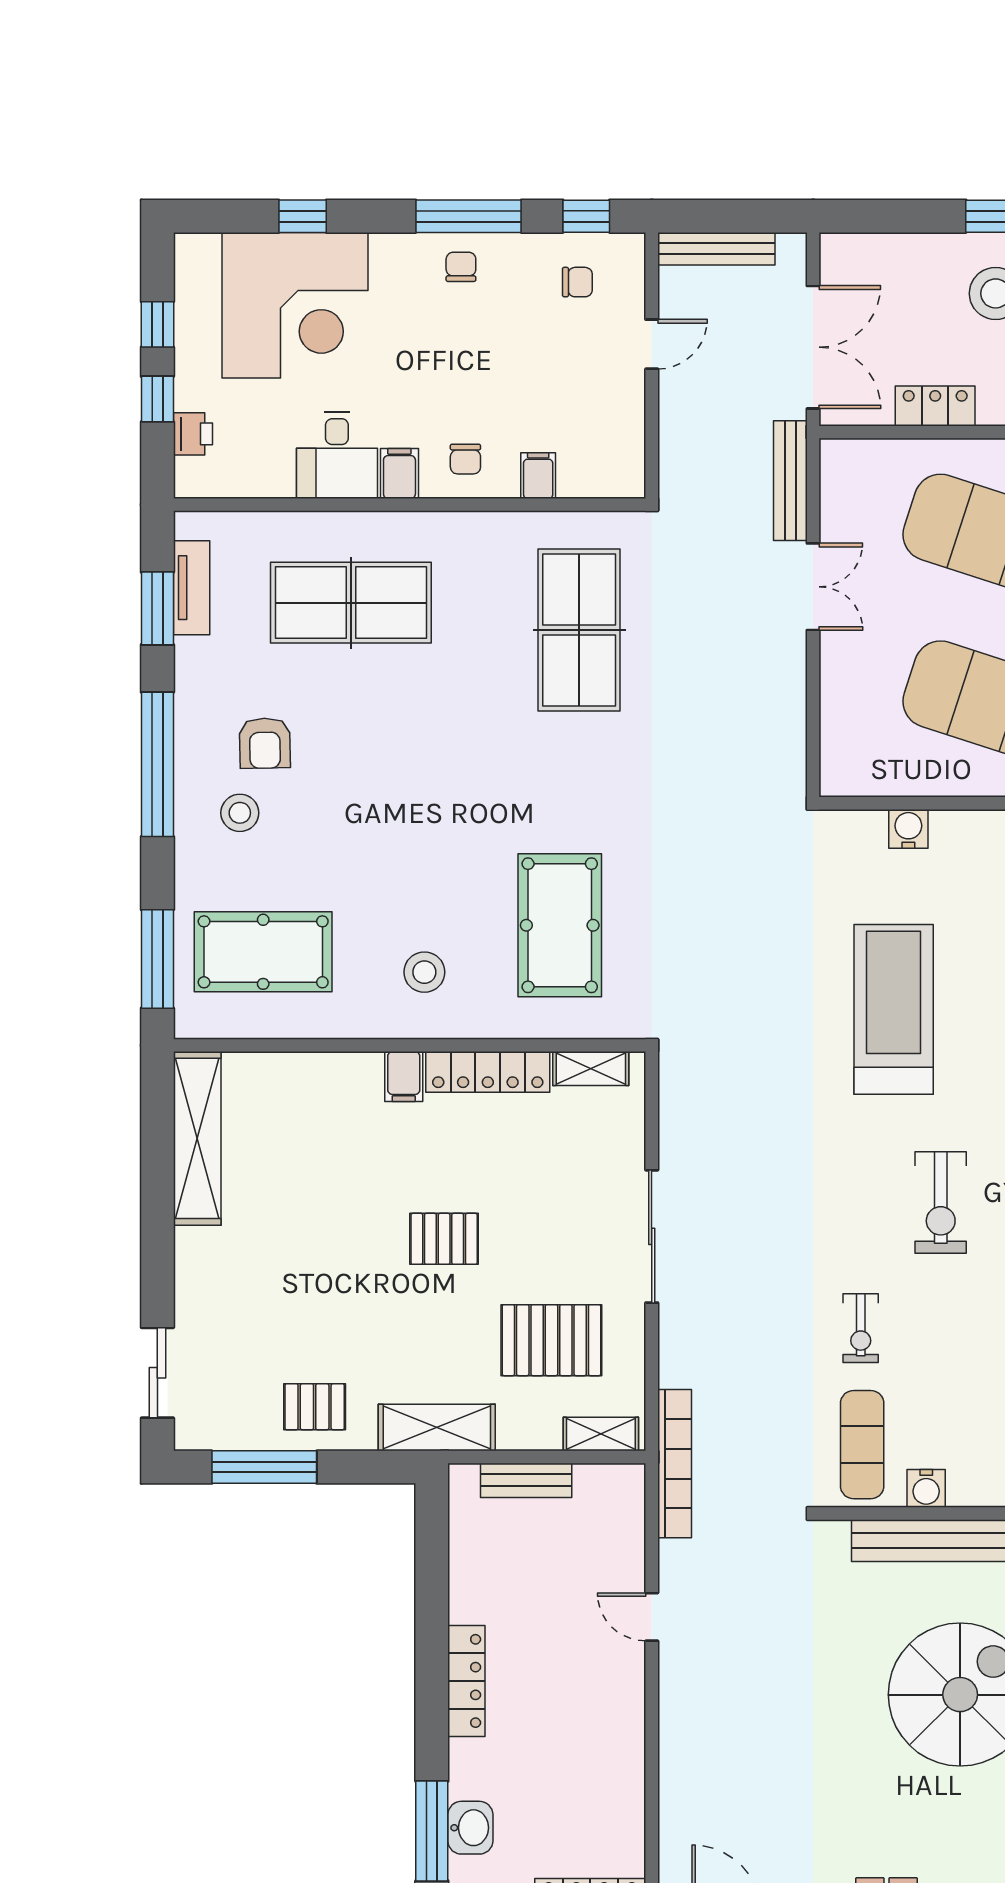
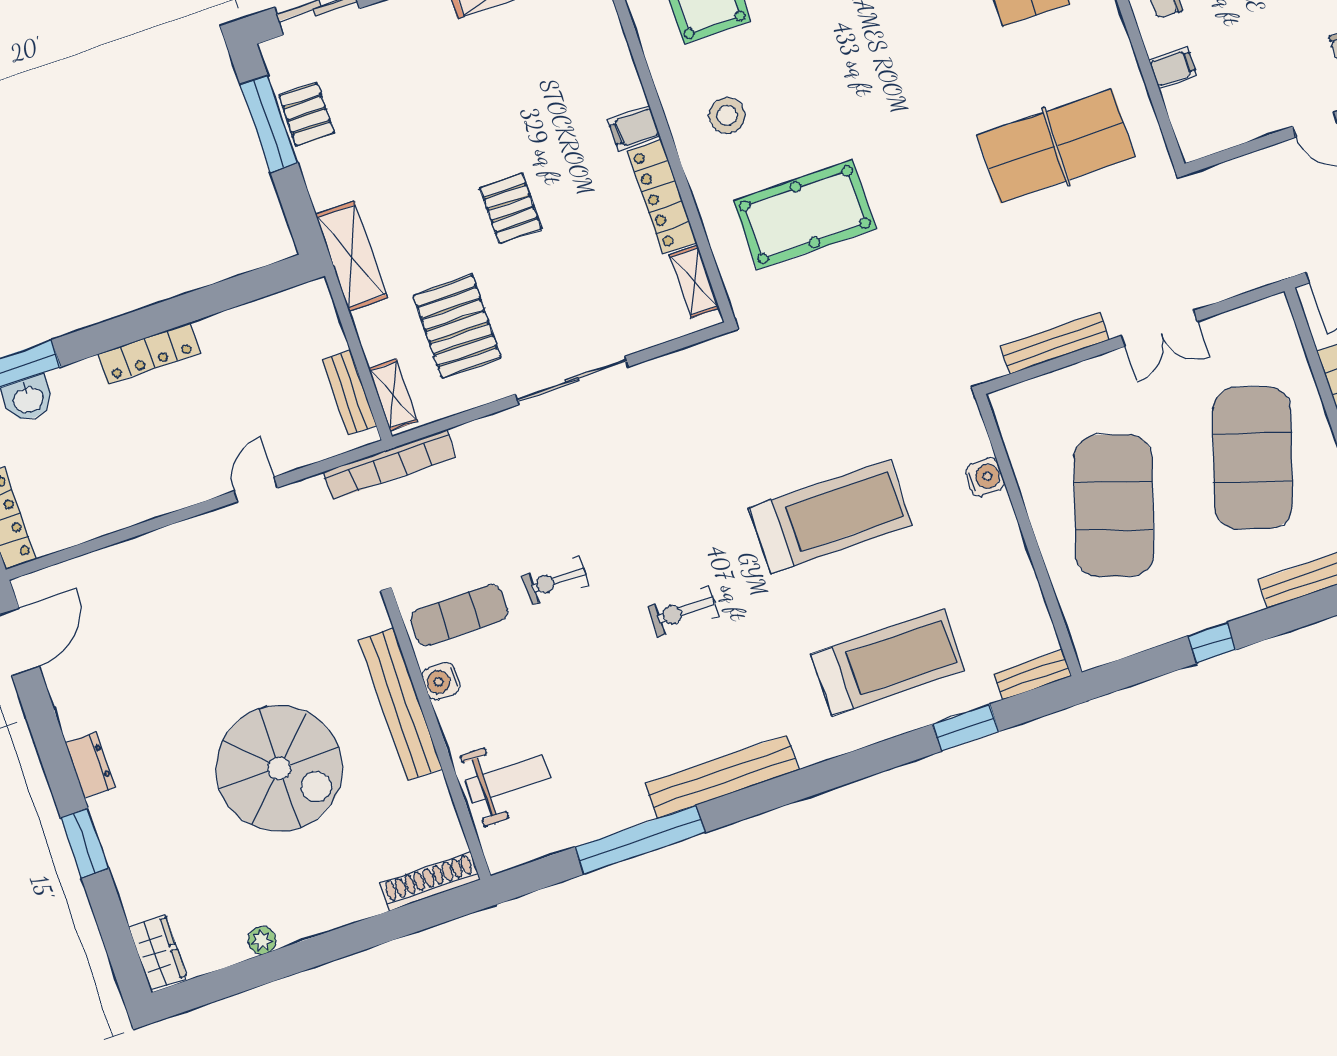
bench: (790, 481) -> (1055, 343), moved
exercise bike: (941, 1202) -> (683, 611), width x0.73, depth x0.72
pallet: (315, 1407) -> (307, 114), moved
bench: (526, 1480) -> (349, 393), moved

